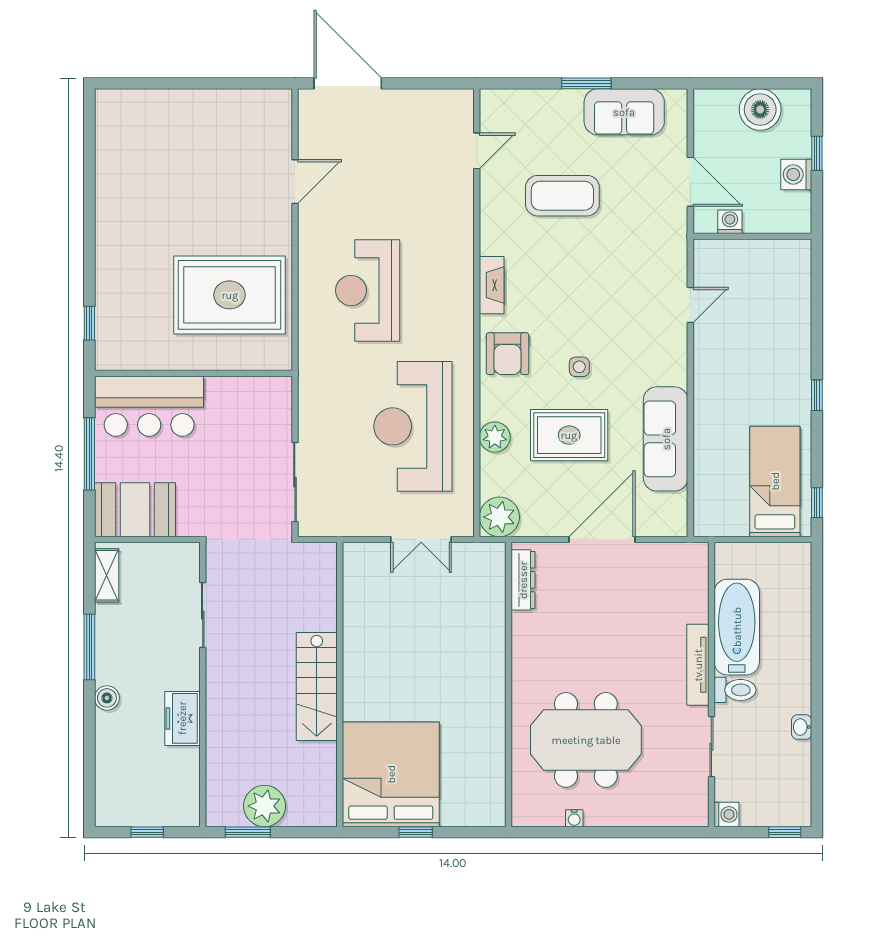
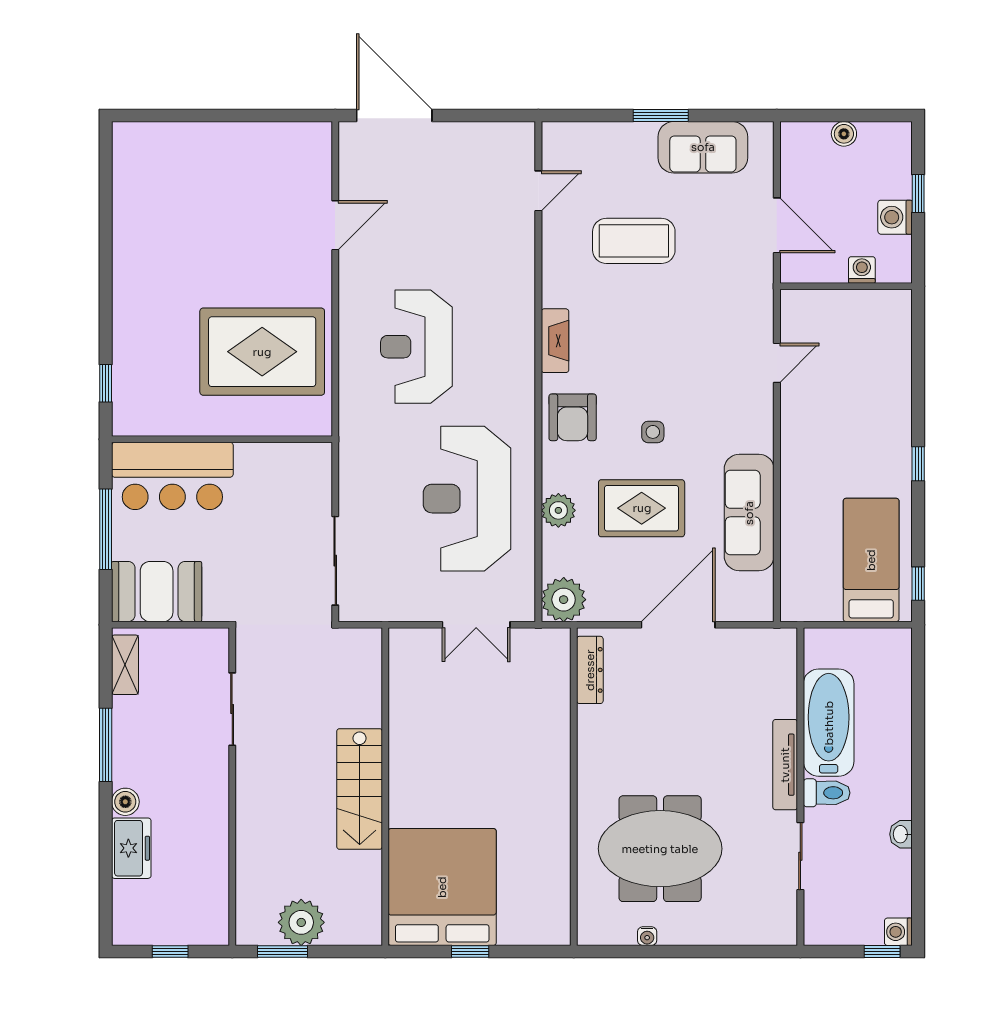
boiler: (760, 110) -> (844, 134), width x0.54, depth x0.54
washing machine: (730, 222) -> (862, 270), moved
freezer: (182, 718) -> (131, 848), moved, turned 180
washing machine: (727, 814) -> (898, 932), moved, turned 180

